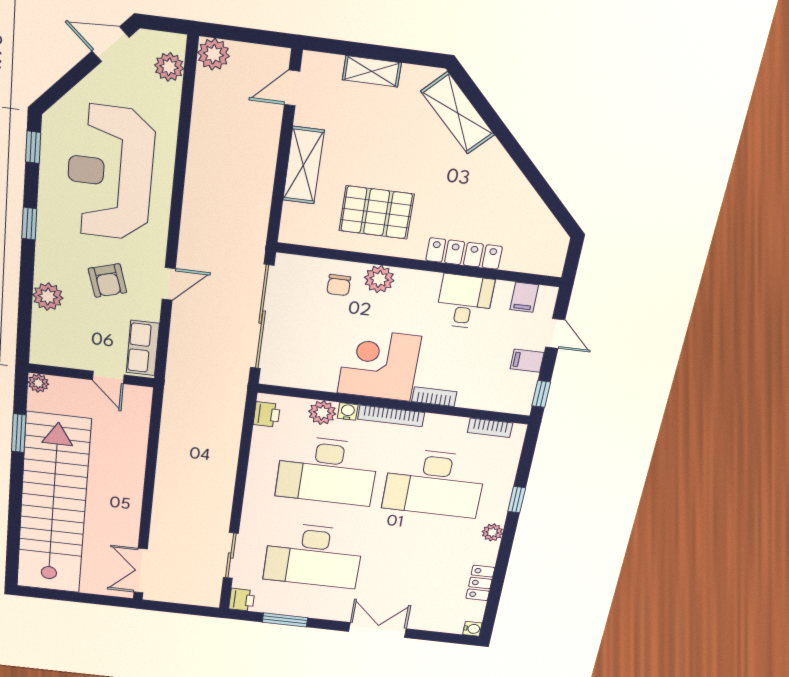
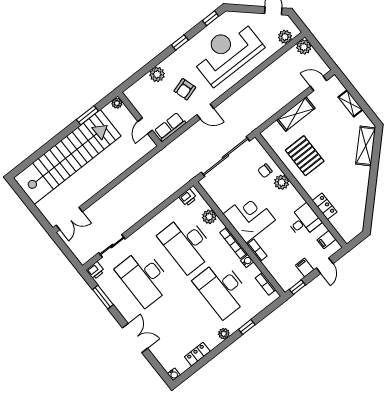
locker: (464, 253) -> (325, 206), width x0.66
water cooler: (348, 411) -> (247, 261), moved
double door: (140, 571) -> (69, 218), swing flipped

